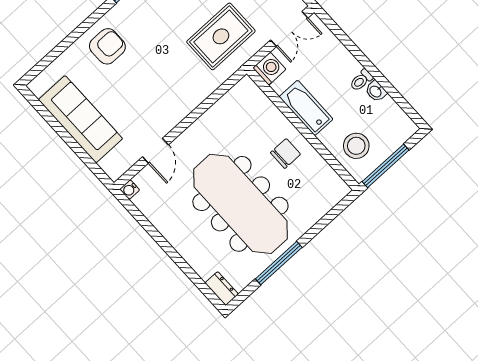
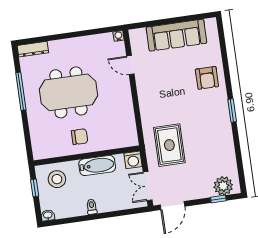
washbasin: (376, 91) -> (48, 215), moved
chair: (285, 153) -> (80, 137), turned -90
window: (386, 166) -> (35, 188), width x0.46
meeting table: (240, 204) -> (68, 92), width x0.73
dresser: (222, 289) -> (33, 49), width x1.44

